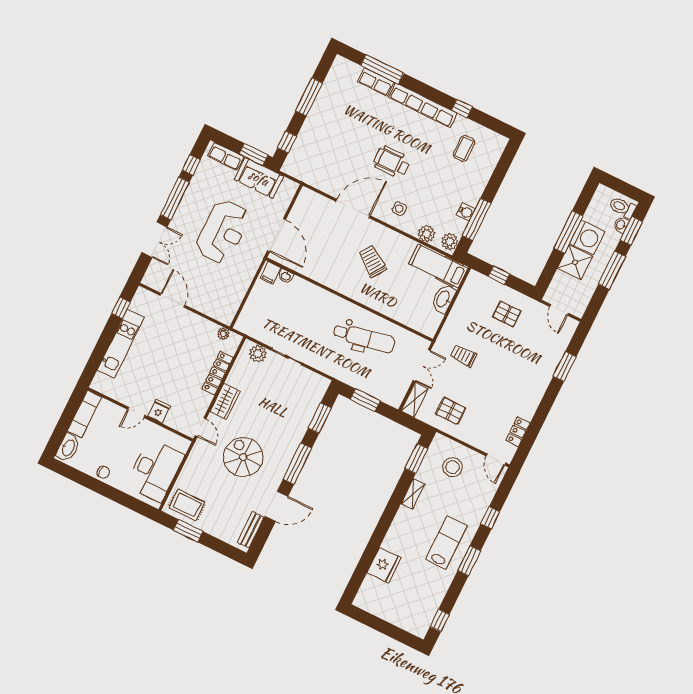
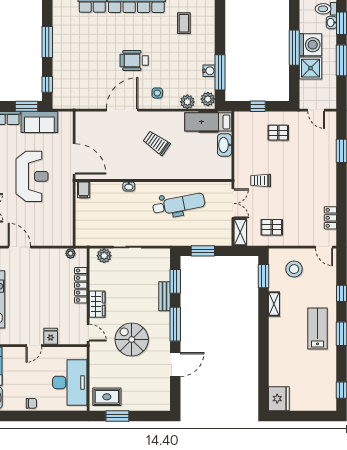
washbasin: (286, 276) -> (129, 186), moved
bench: (251, 530) -> (165, 296), moved
fridge: (384, 565) -> (279, 399), moved

